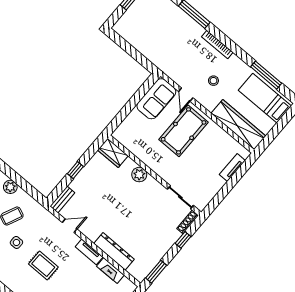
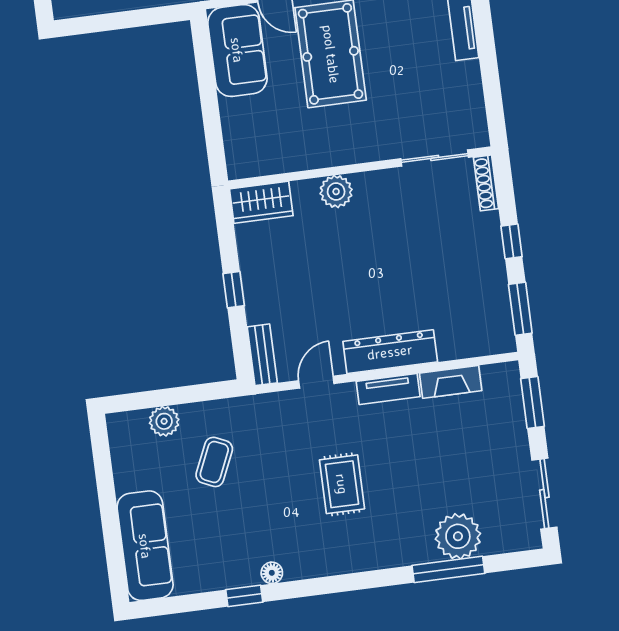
window: (183, 240) -> (512, 241), moved
side table: (16, 242) -> (264, 494), removed
dresser: (114, 251) -> (390, 352), moved
rug: (43, 265) -> (342, 484), turned 90

